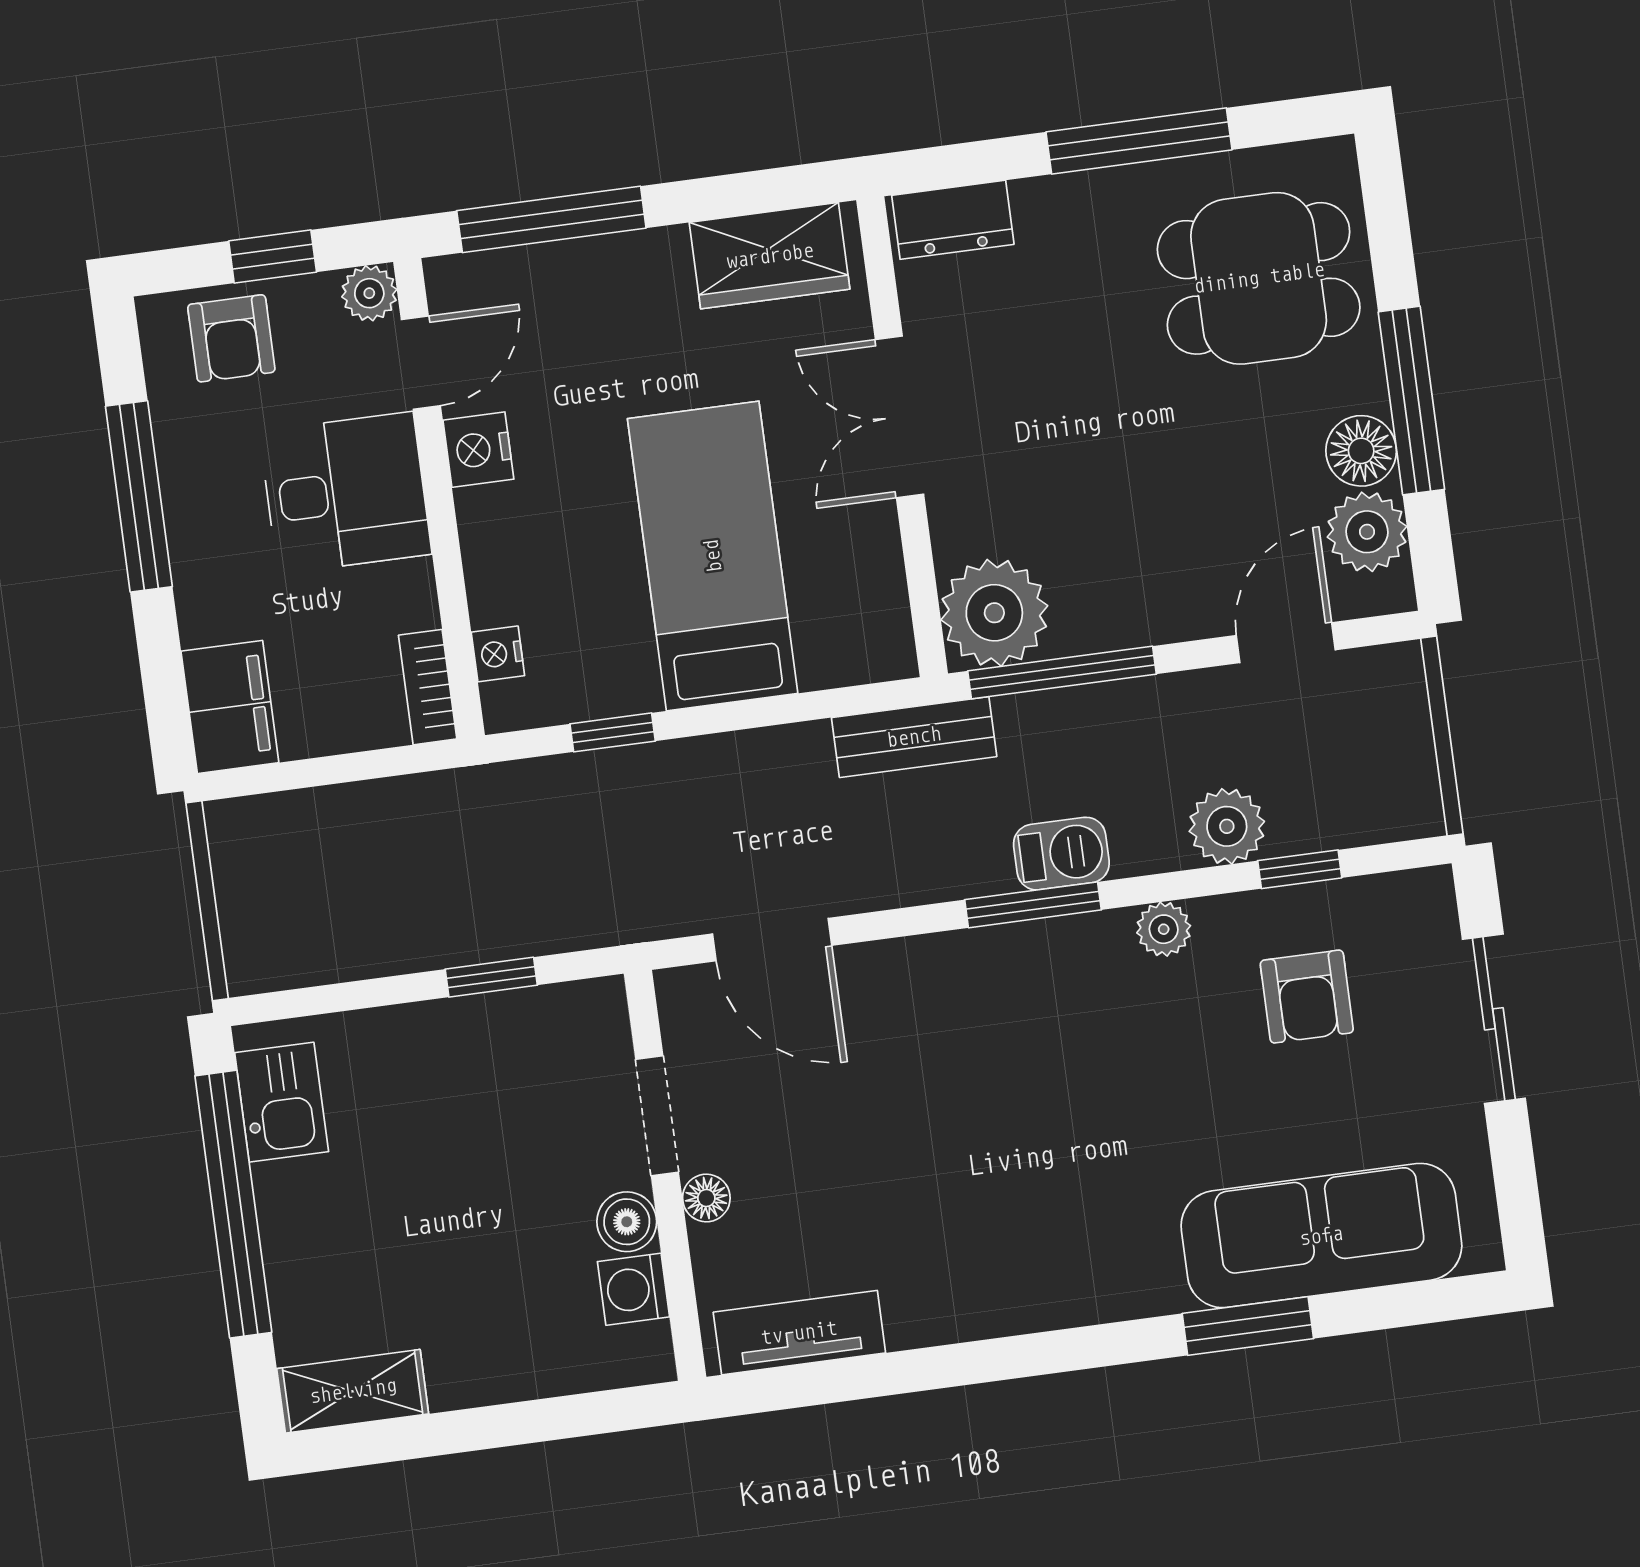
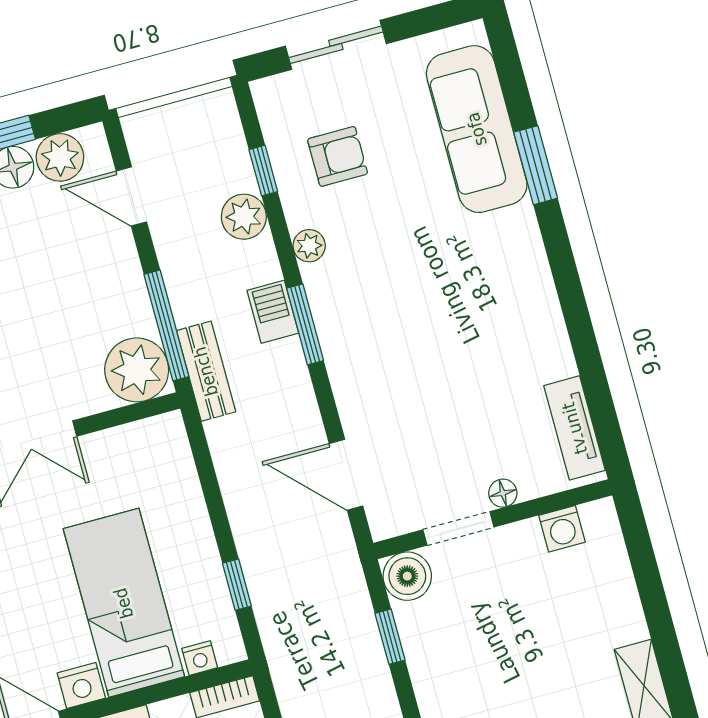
bed: (713, 556) -> (124, 603), moved, turned 90
bench: (914, 737) -> (206, 371), moved
door: (772, 940) -> (346, 475), swing flipped
boiler: (627, 1222) -> (407, 576), moved, width x1.36, depth x1.36

